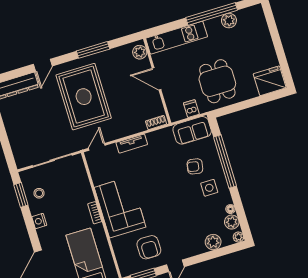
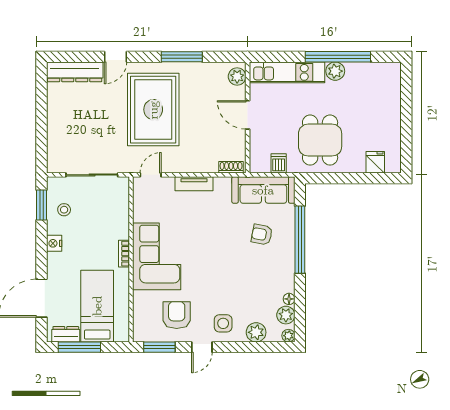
plant: (229, 21) -> (335, 71), moved
fridge: (270, 81) -> (375, 162), width x0.53, depth x0.75
sofa: (192, 130) -> (263, 190), width x1.36
side table: (209, 188) -> (223, 323), moved
armchair: (149, 247) -> (177, 315), turned 180

